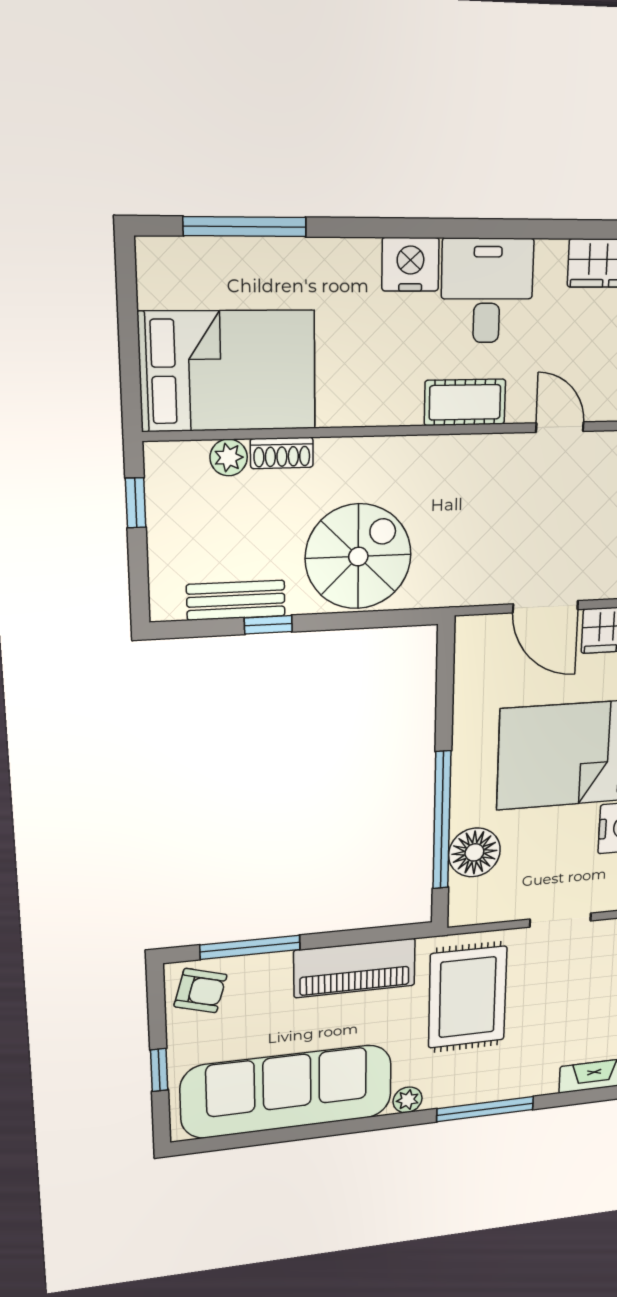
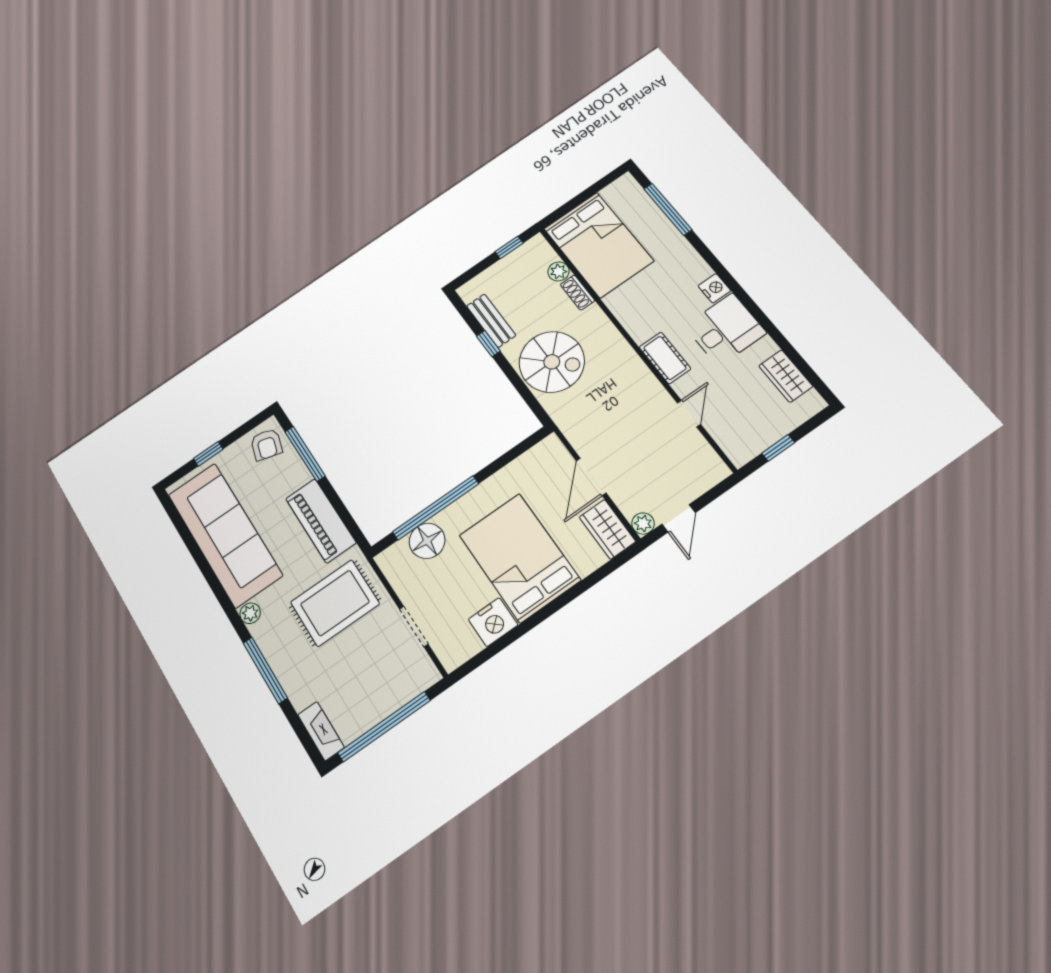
nightstand: (410, 264) -> (714, 288), width x0.74, depth x0.75

